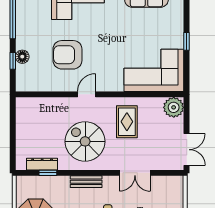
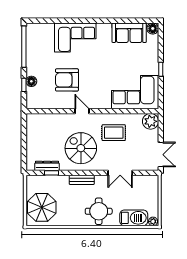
door: (87, 94) -> (82, 111), hinge flipped
rug: (127, 122) -> (114, 133), turned 90

